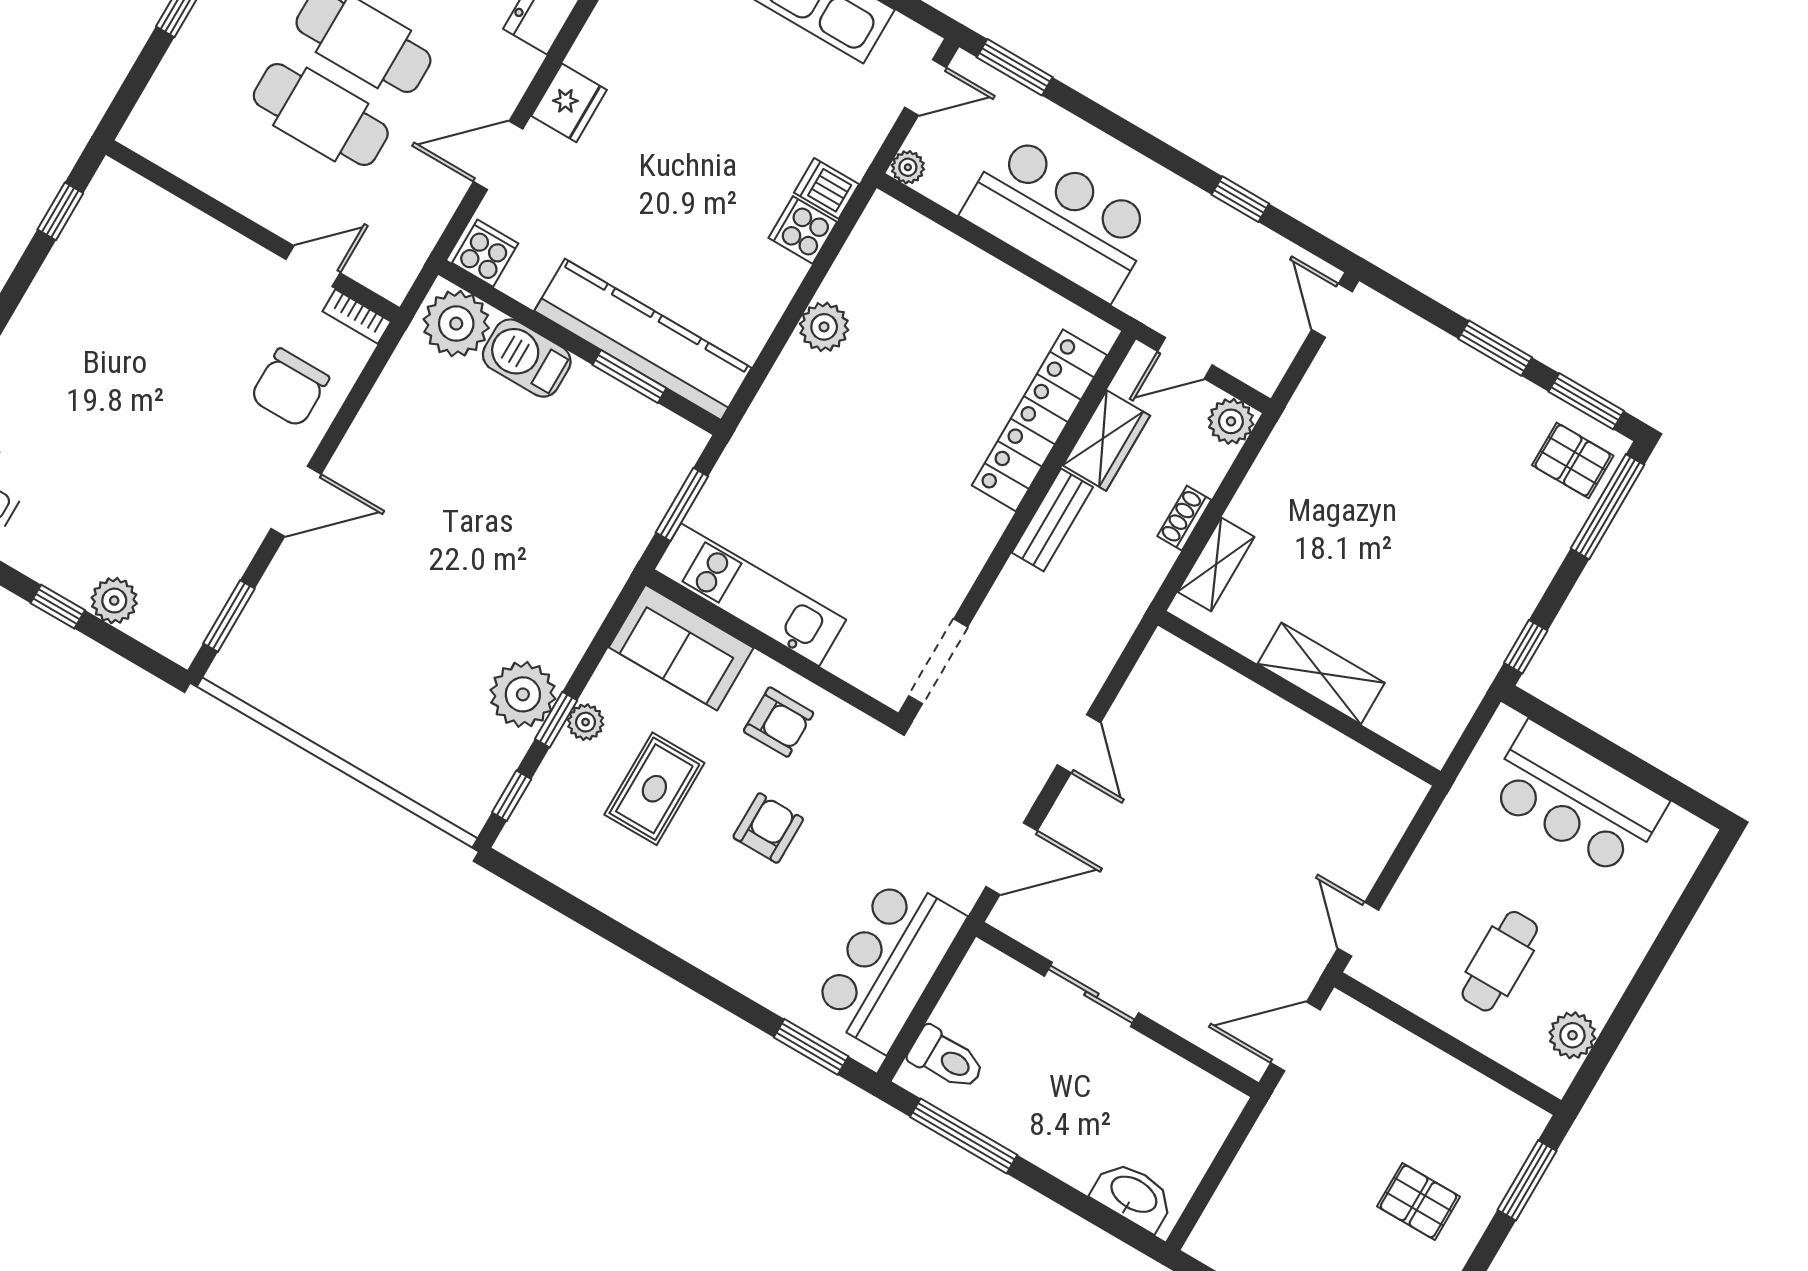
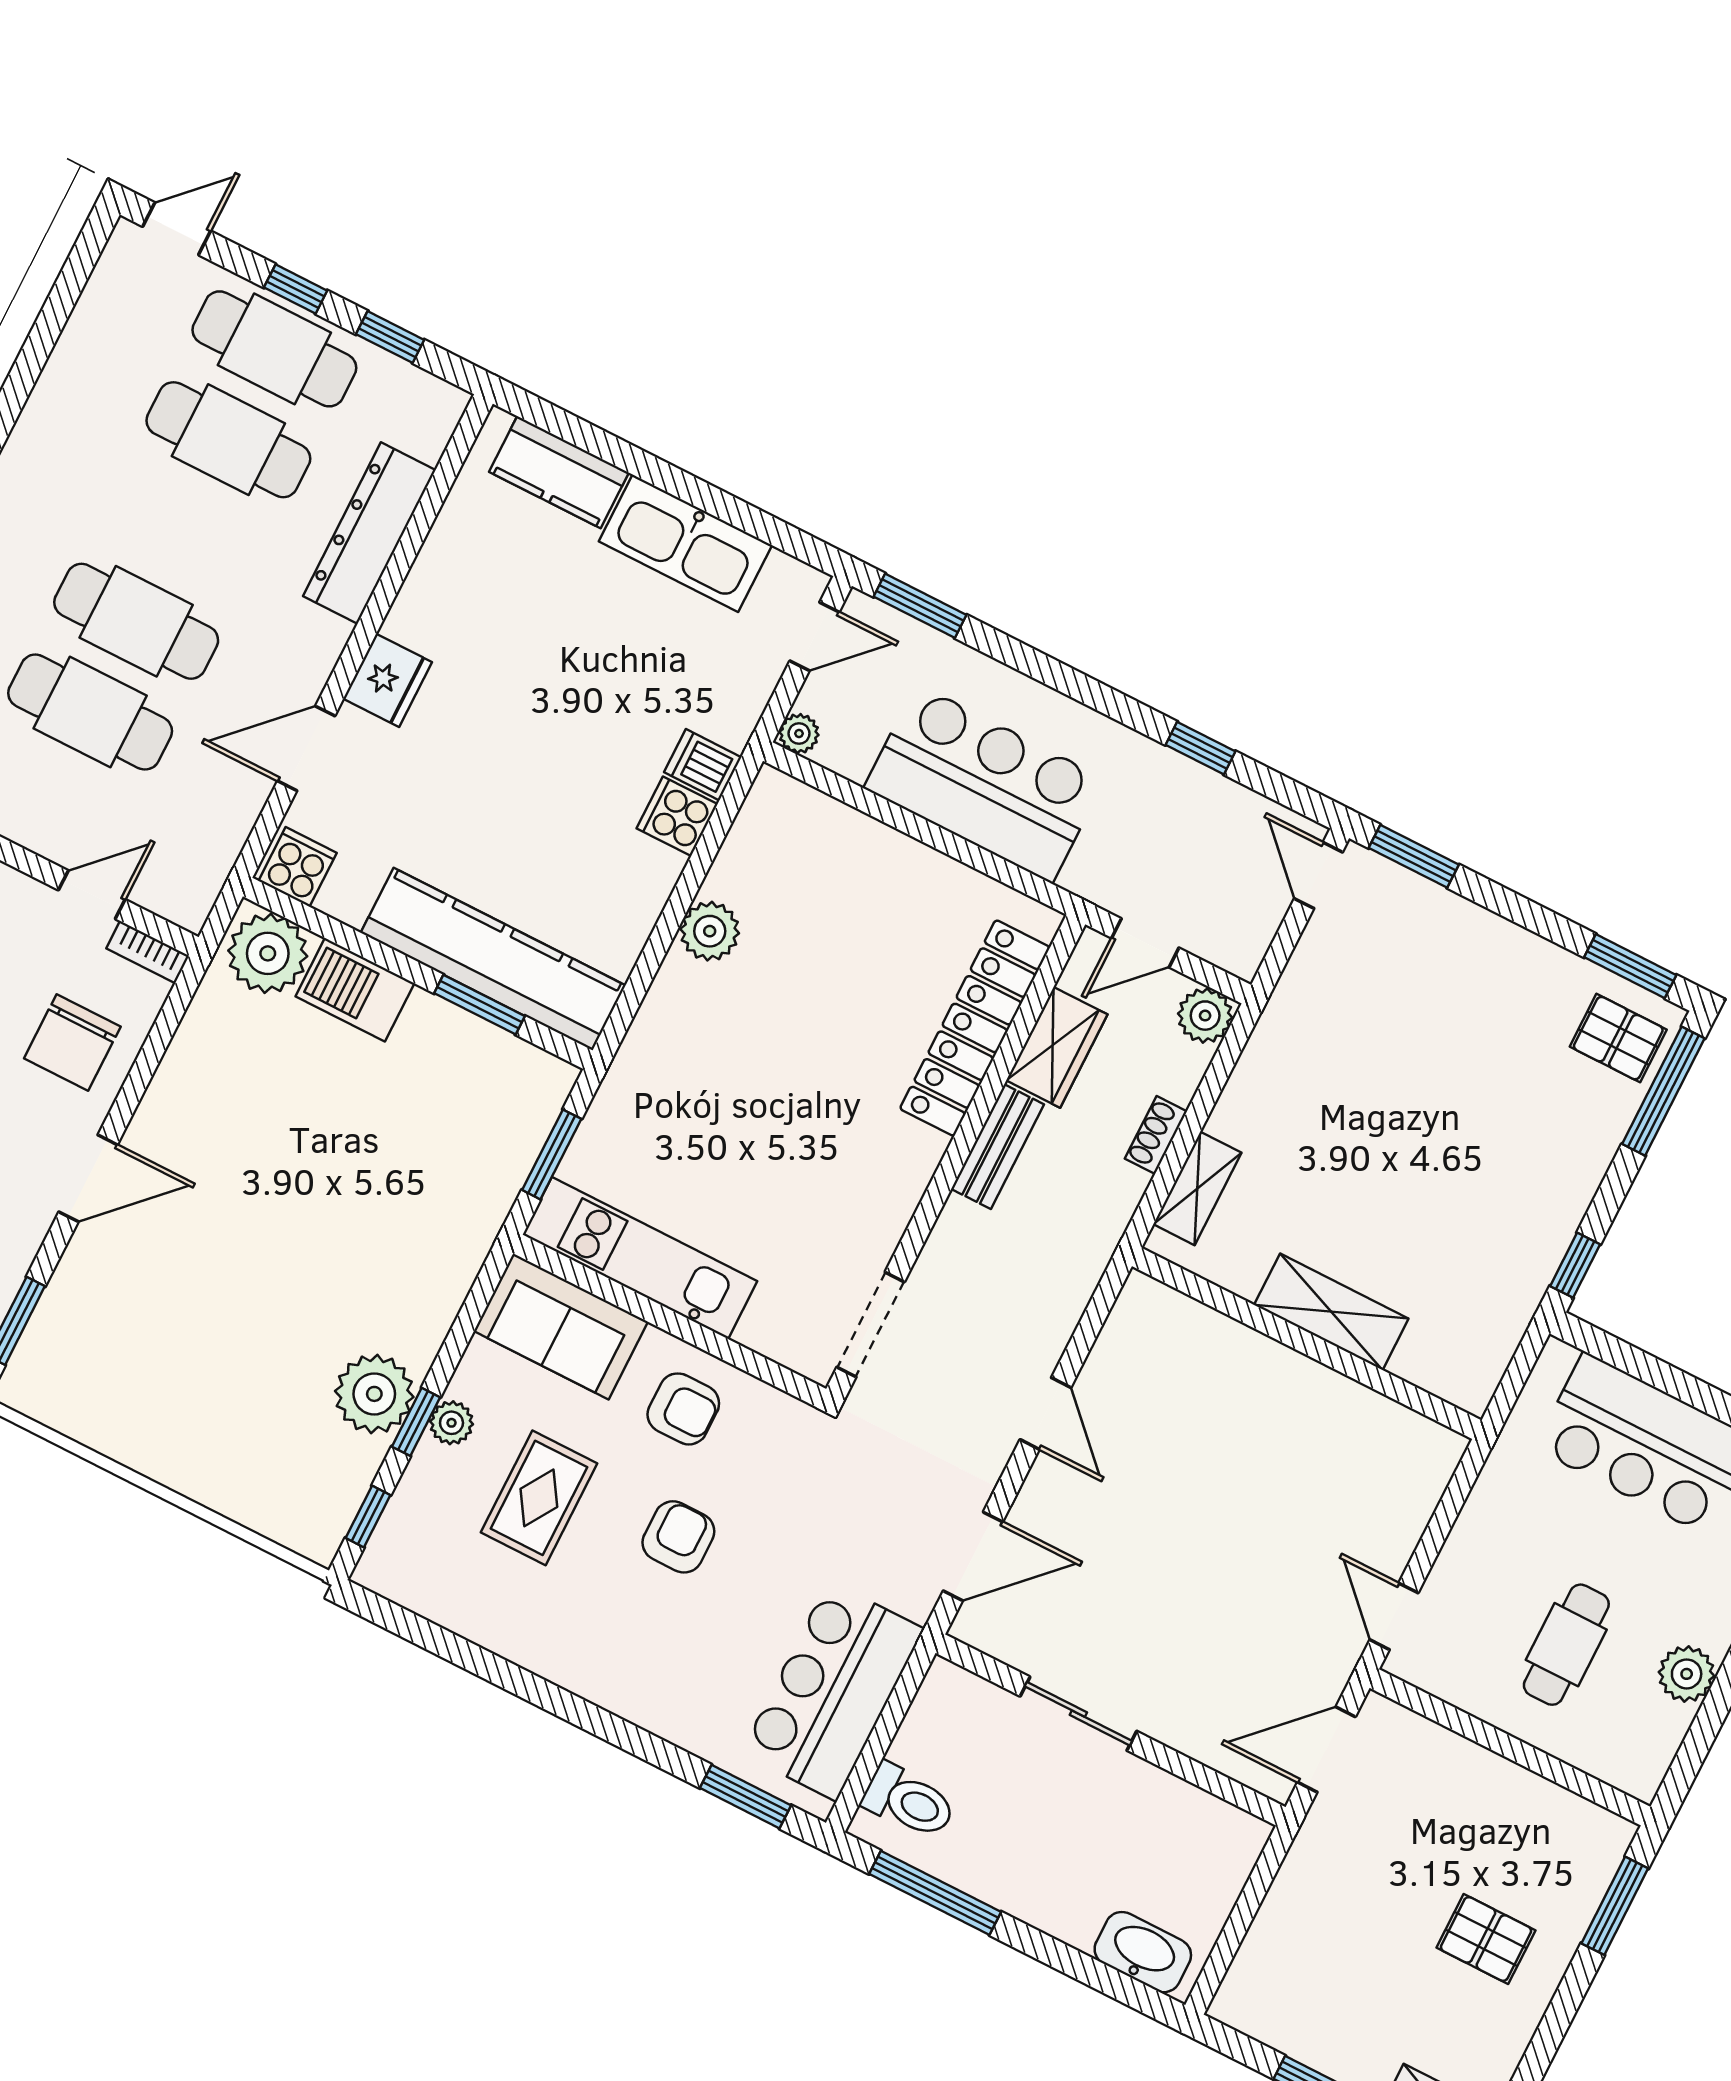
window: (1495, 348) -> (1414, 856), moved
plant: (1572, 1035) -> (1687, 1674), moved

